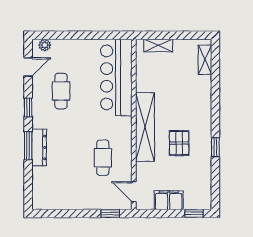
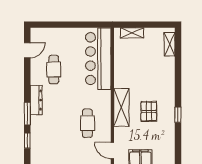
plant: (45, 45) -> (41, 33), removed
window: (28, 107) -> (27, 141), moved
shelving: (145, 127) -> (121, 107), width x0.68
dresser: (39, 147) -> (36, 100), moved

